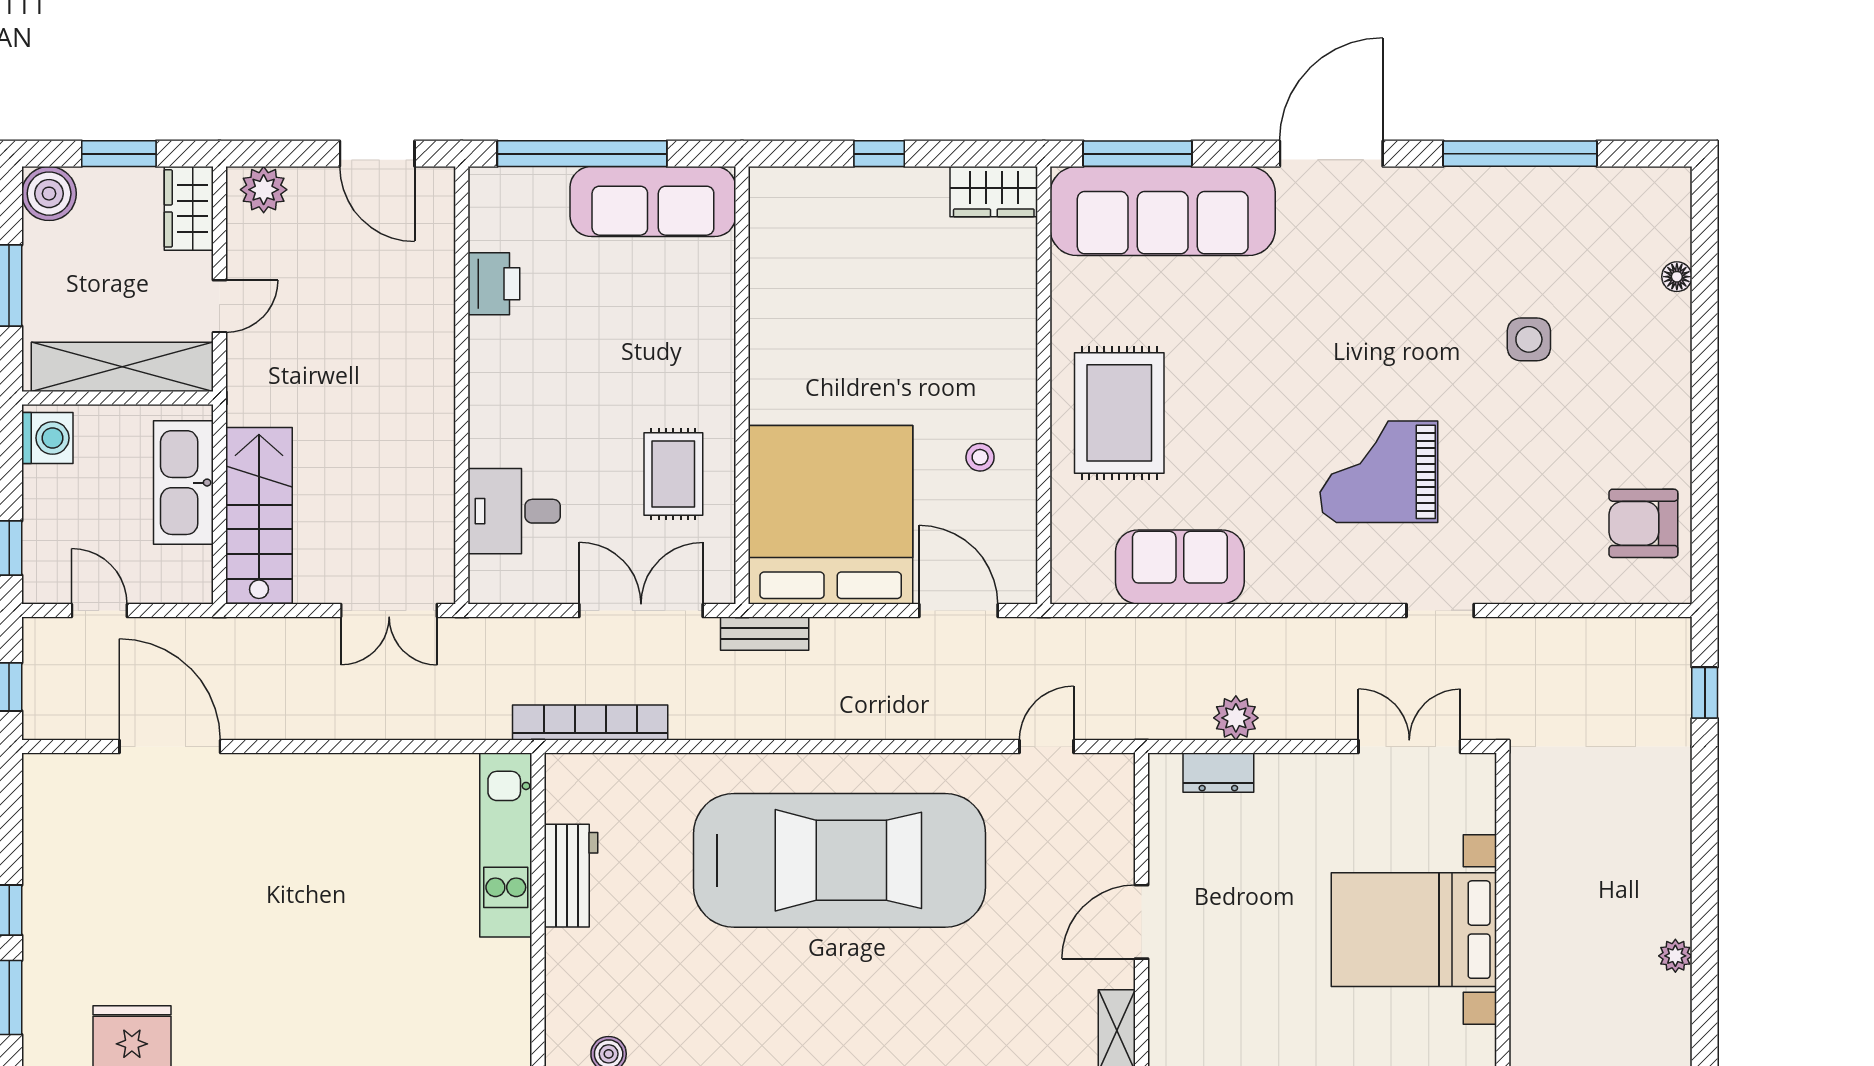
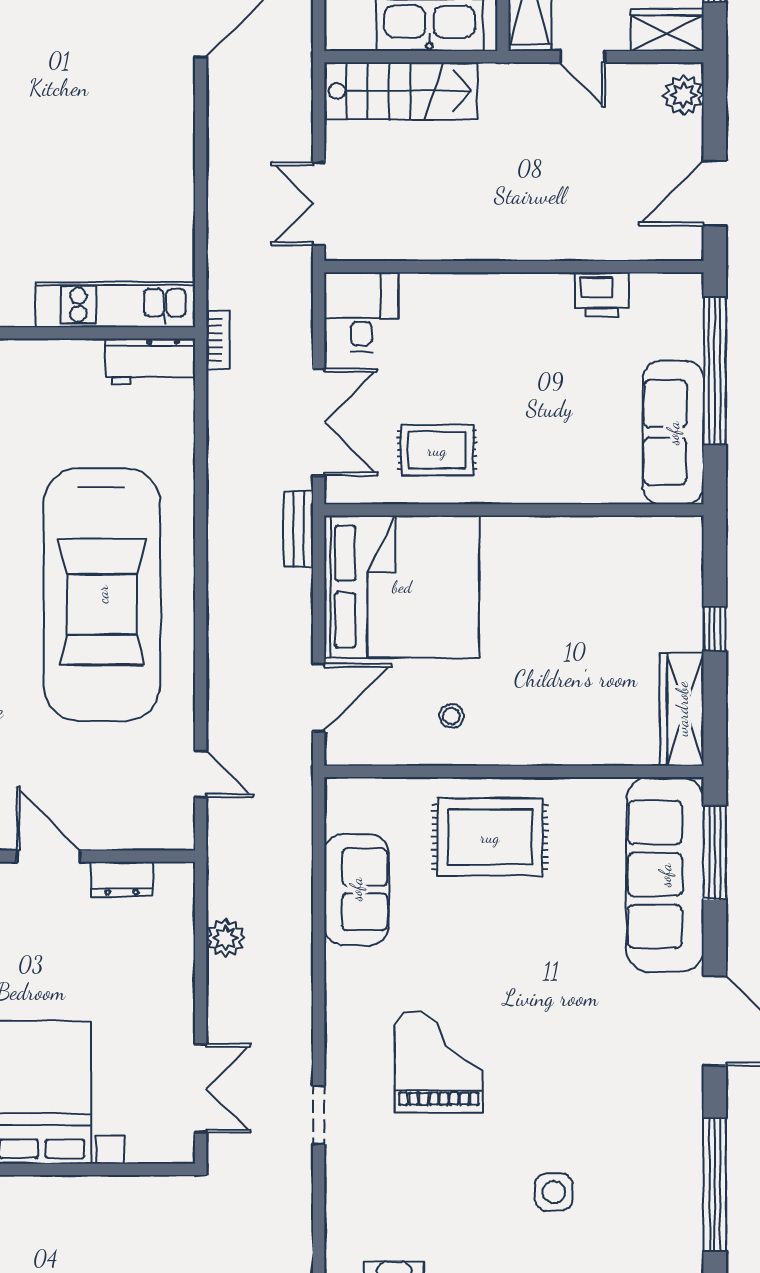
wardrobe: (994, 192) -> (682, 709), width x1.50
desk: (514, 511) -> (361, 312), moved
bookcase: (590, 722) -> (218, 340), width x0.43, depth x0.76
dresser: (1218, 773) -> (122, 879), moved, turned -90
workbench: (571, 876) -> (150, 362), moved

